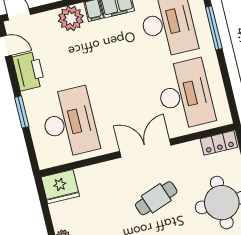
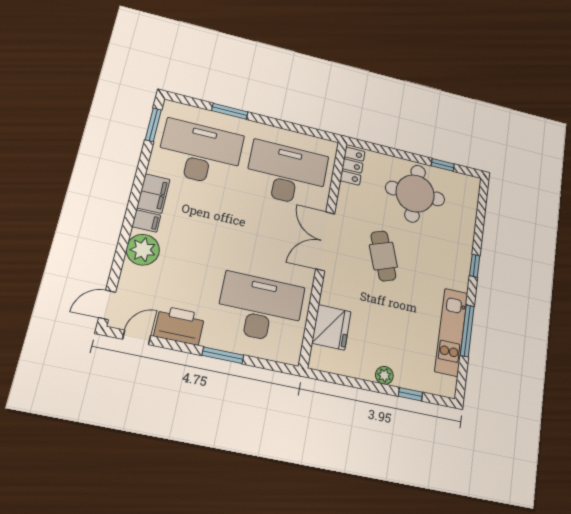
window: (214, 28) -> (230, 111), width x0.69
fridge: (60, 187) -> (331, 327), moved

